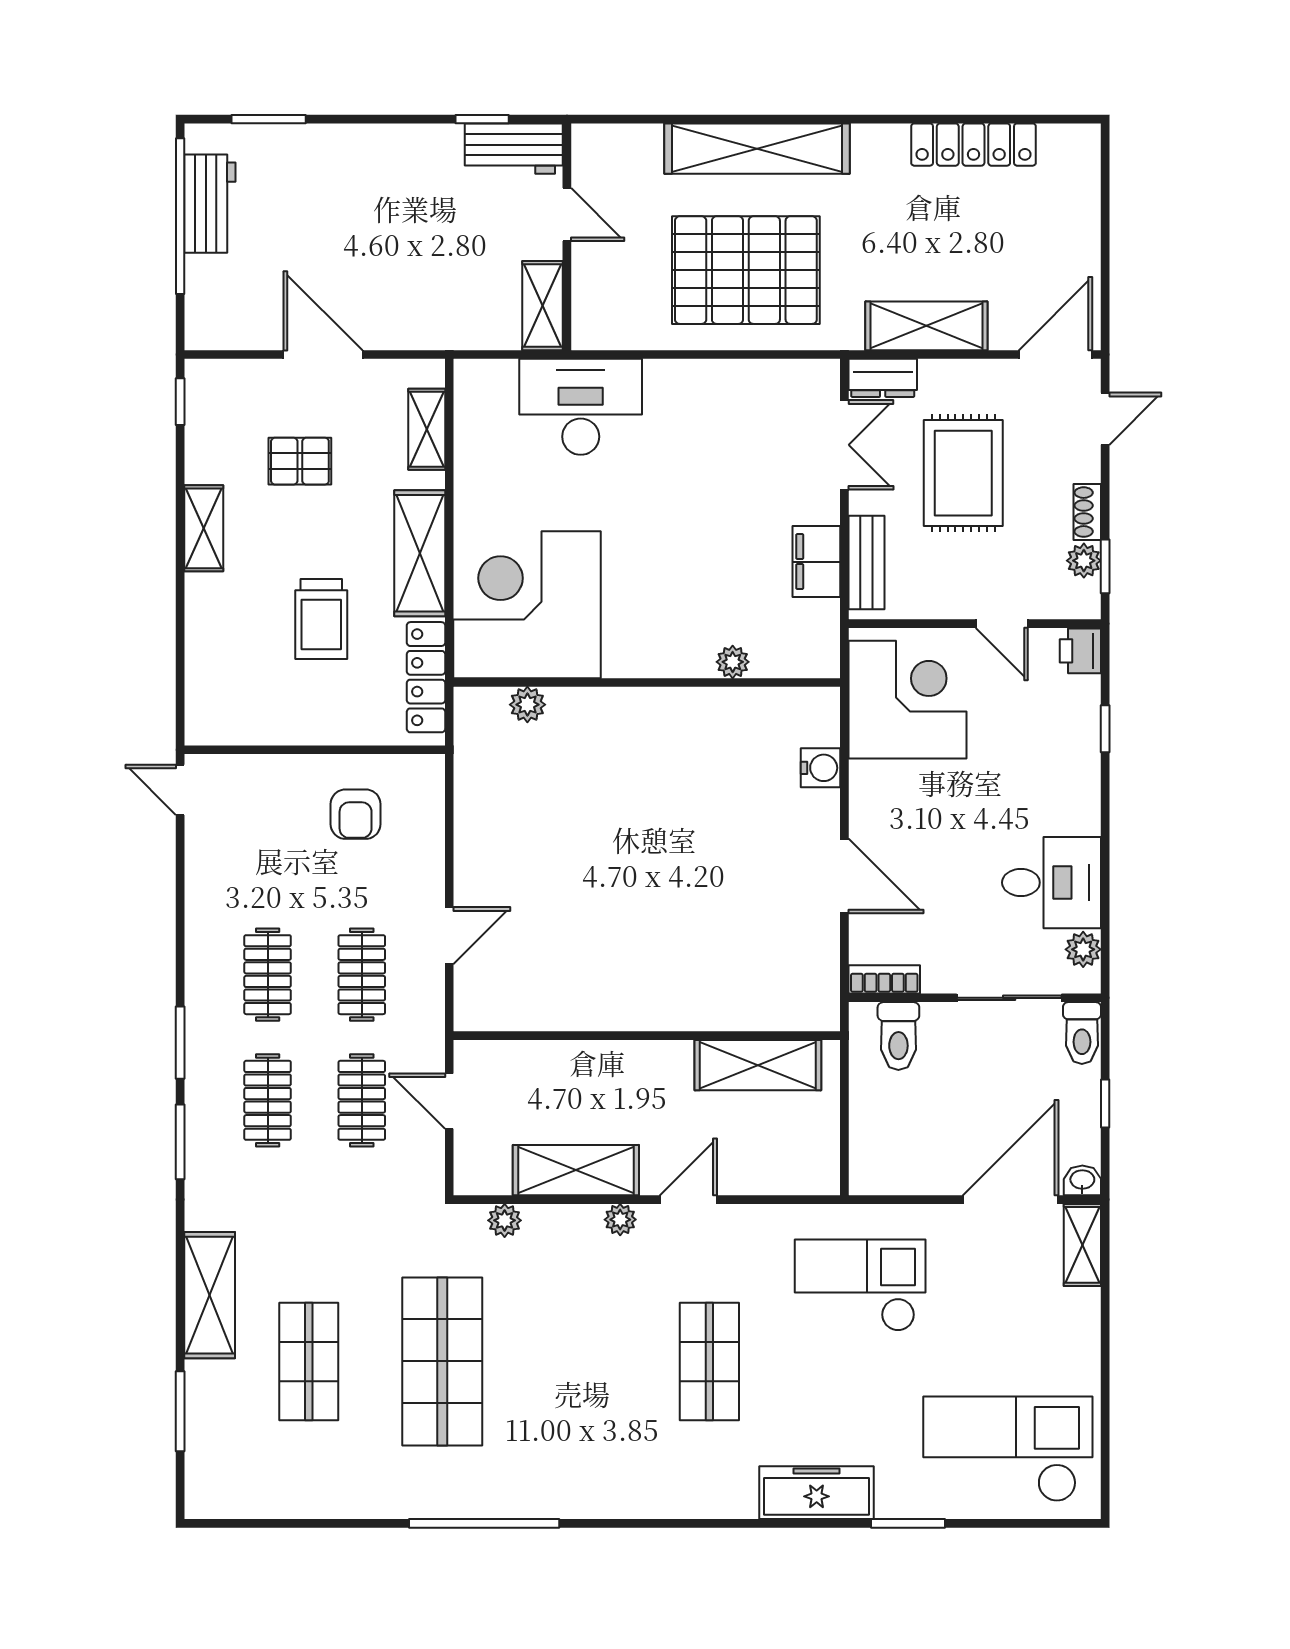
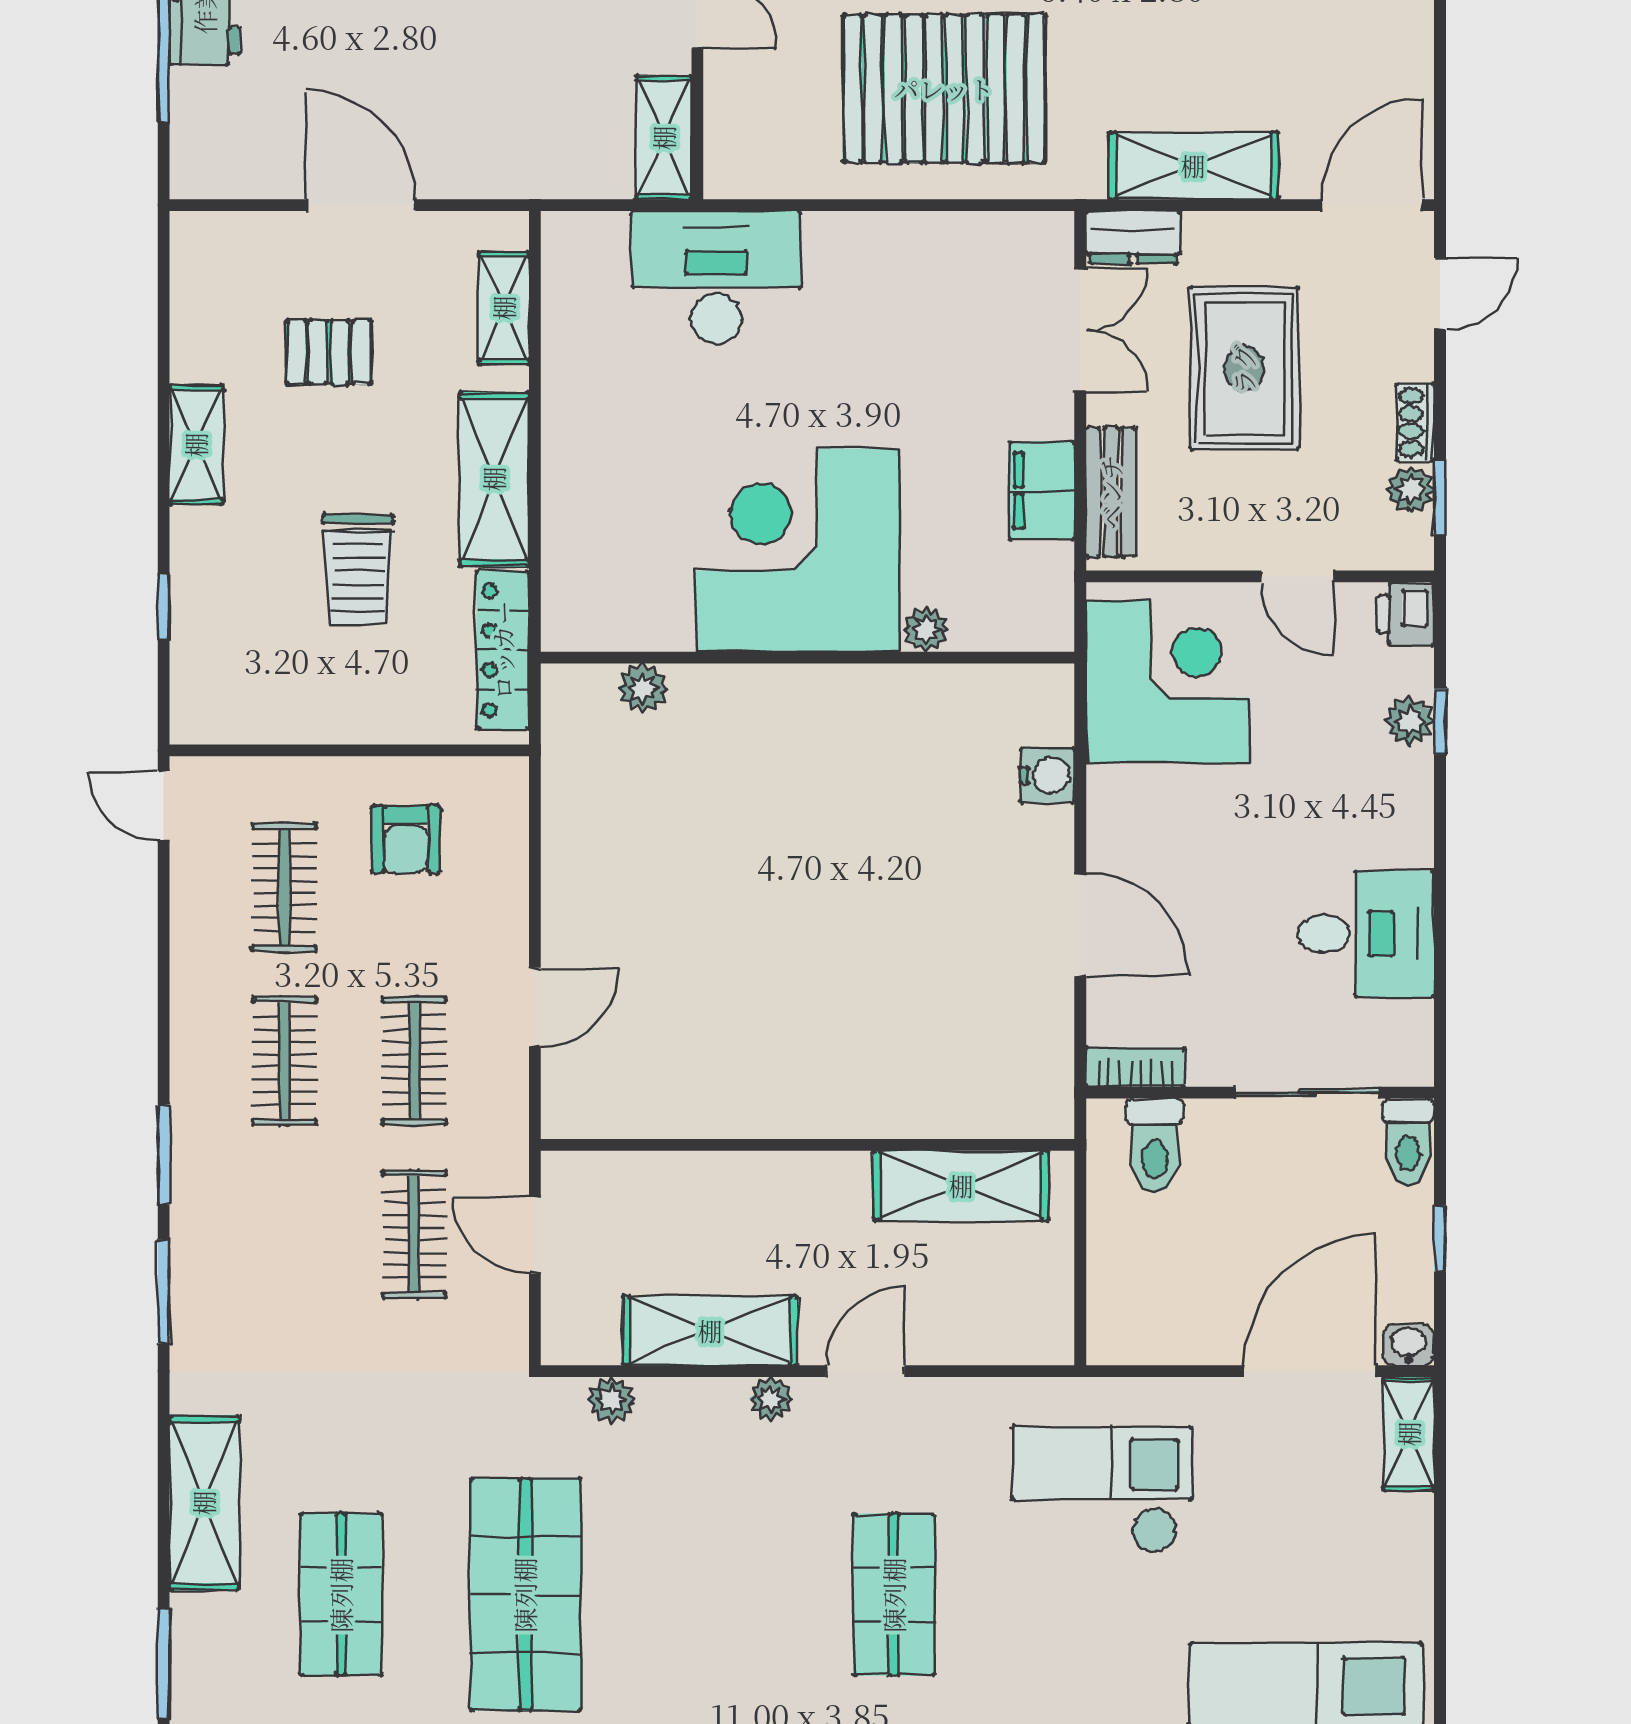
window: (180, 402) -> (164, 607), moved
corner desk: (527, 605) -> (797, 550), moved
plant: (1083, 949) -> (1410, 721), moved
clothes rail: (268, 1100) -> (284, 887), moved

